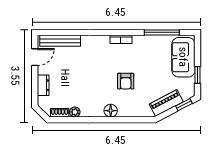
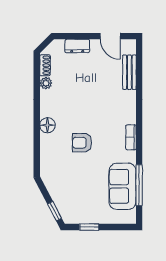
bench: (60, 41) -> (129, 72), width x0.73
sofa: (183, 57) -> (123, 186), moved, turned -90
piano: (166, 103) -> (56, 190), removed

